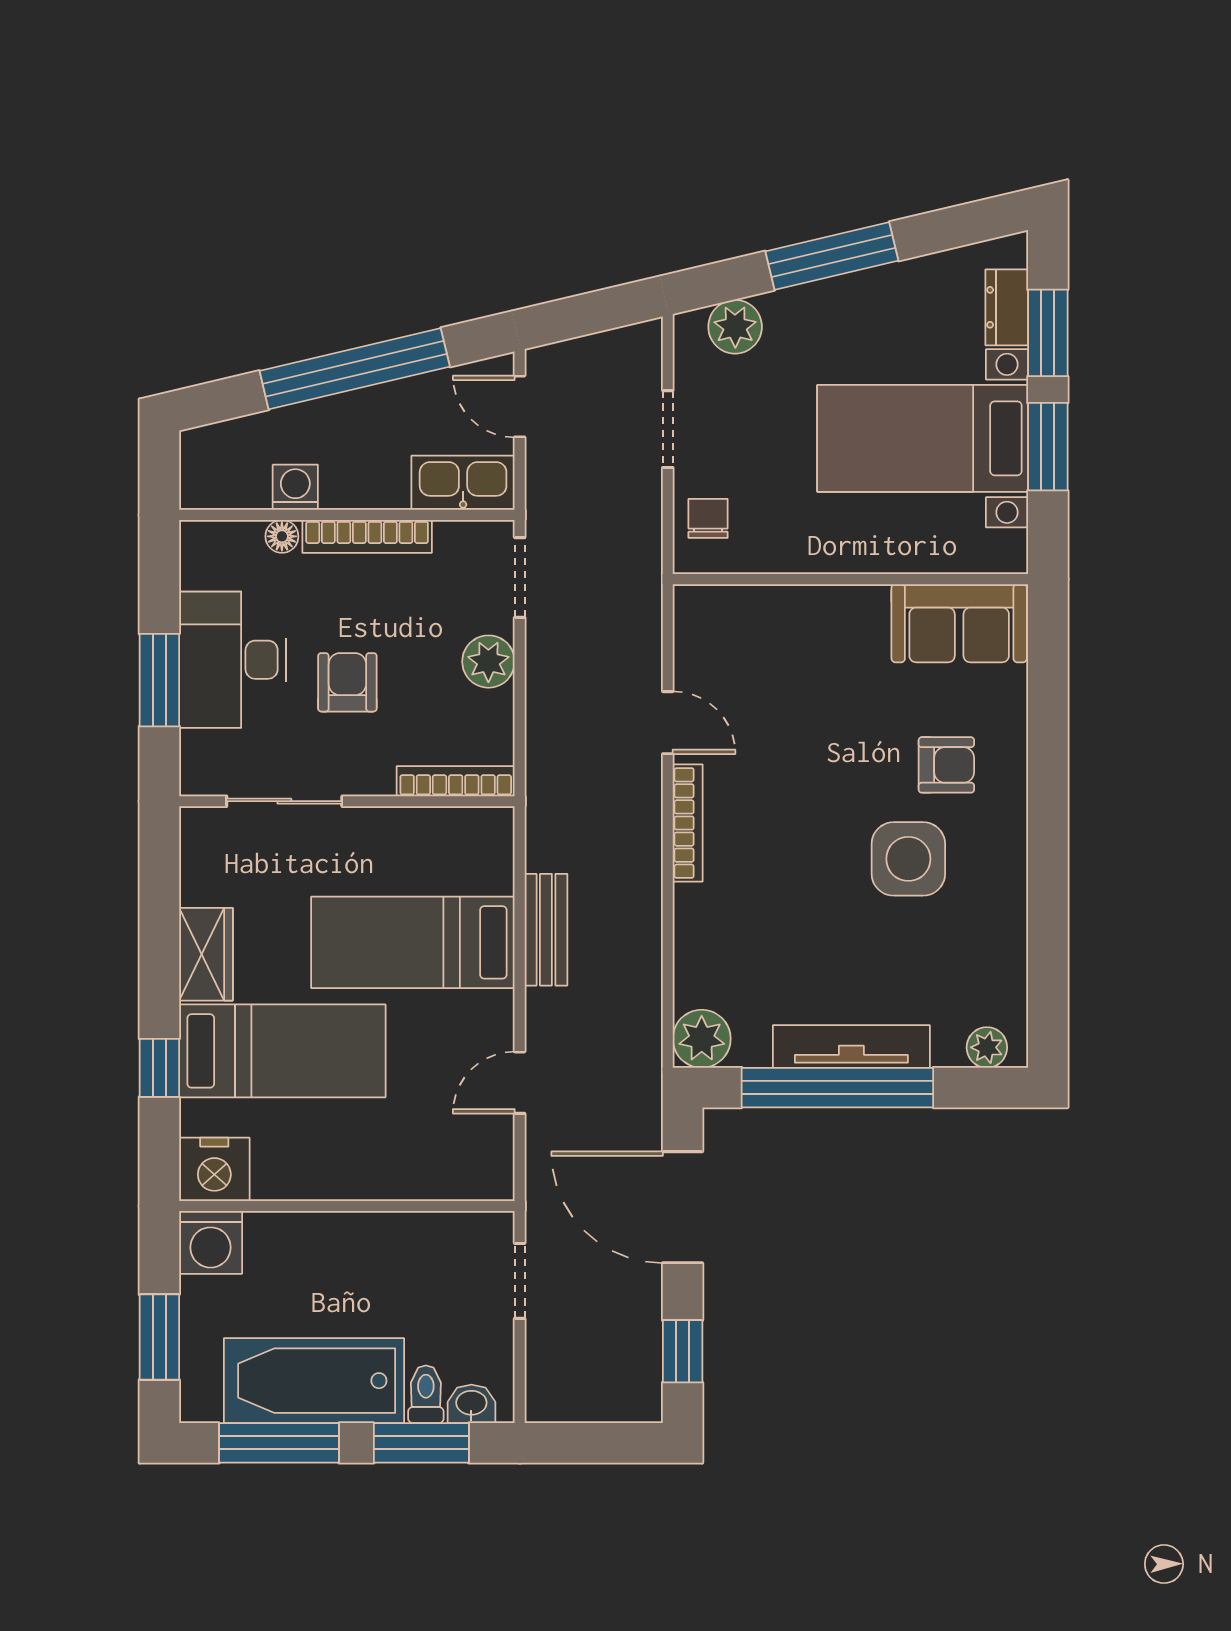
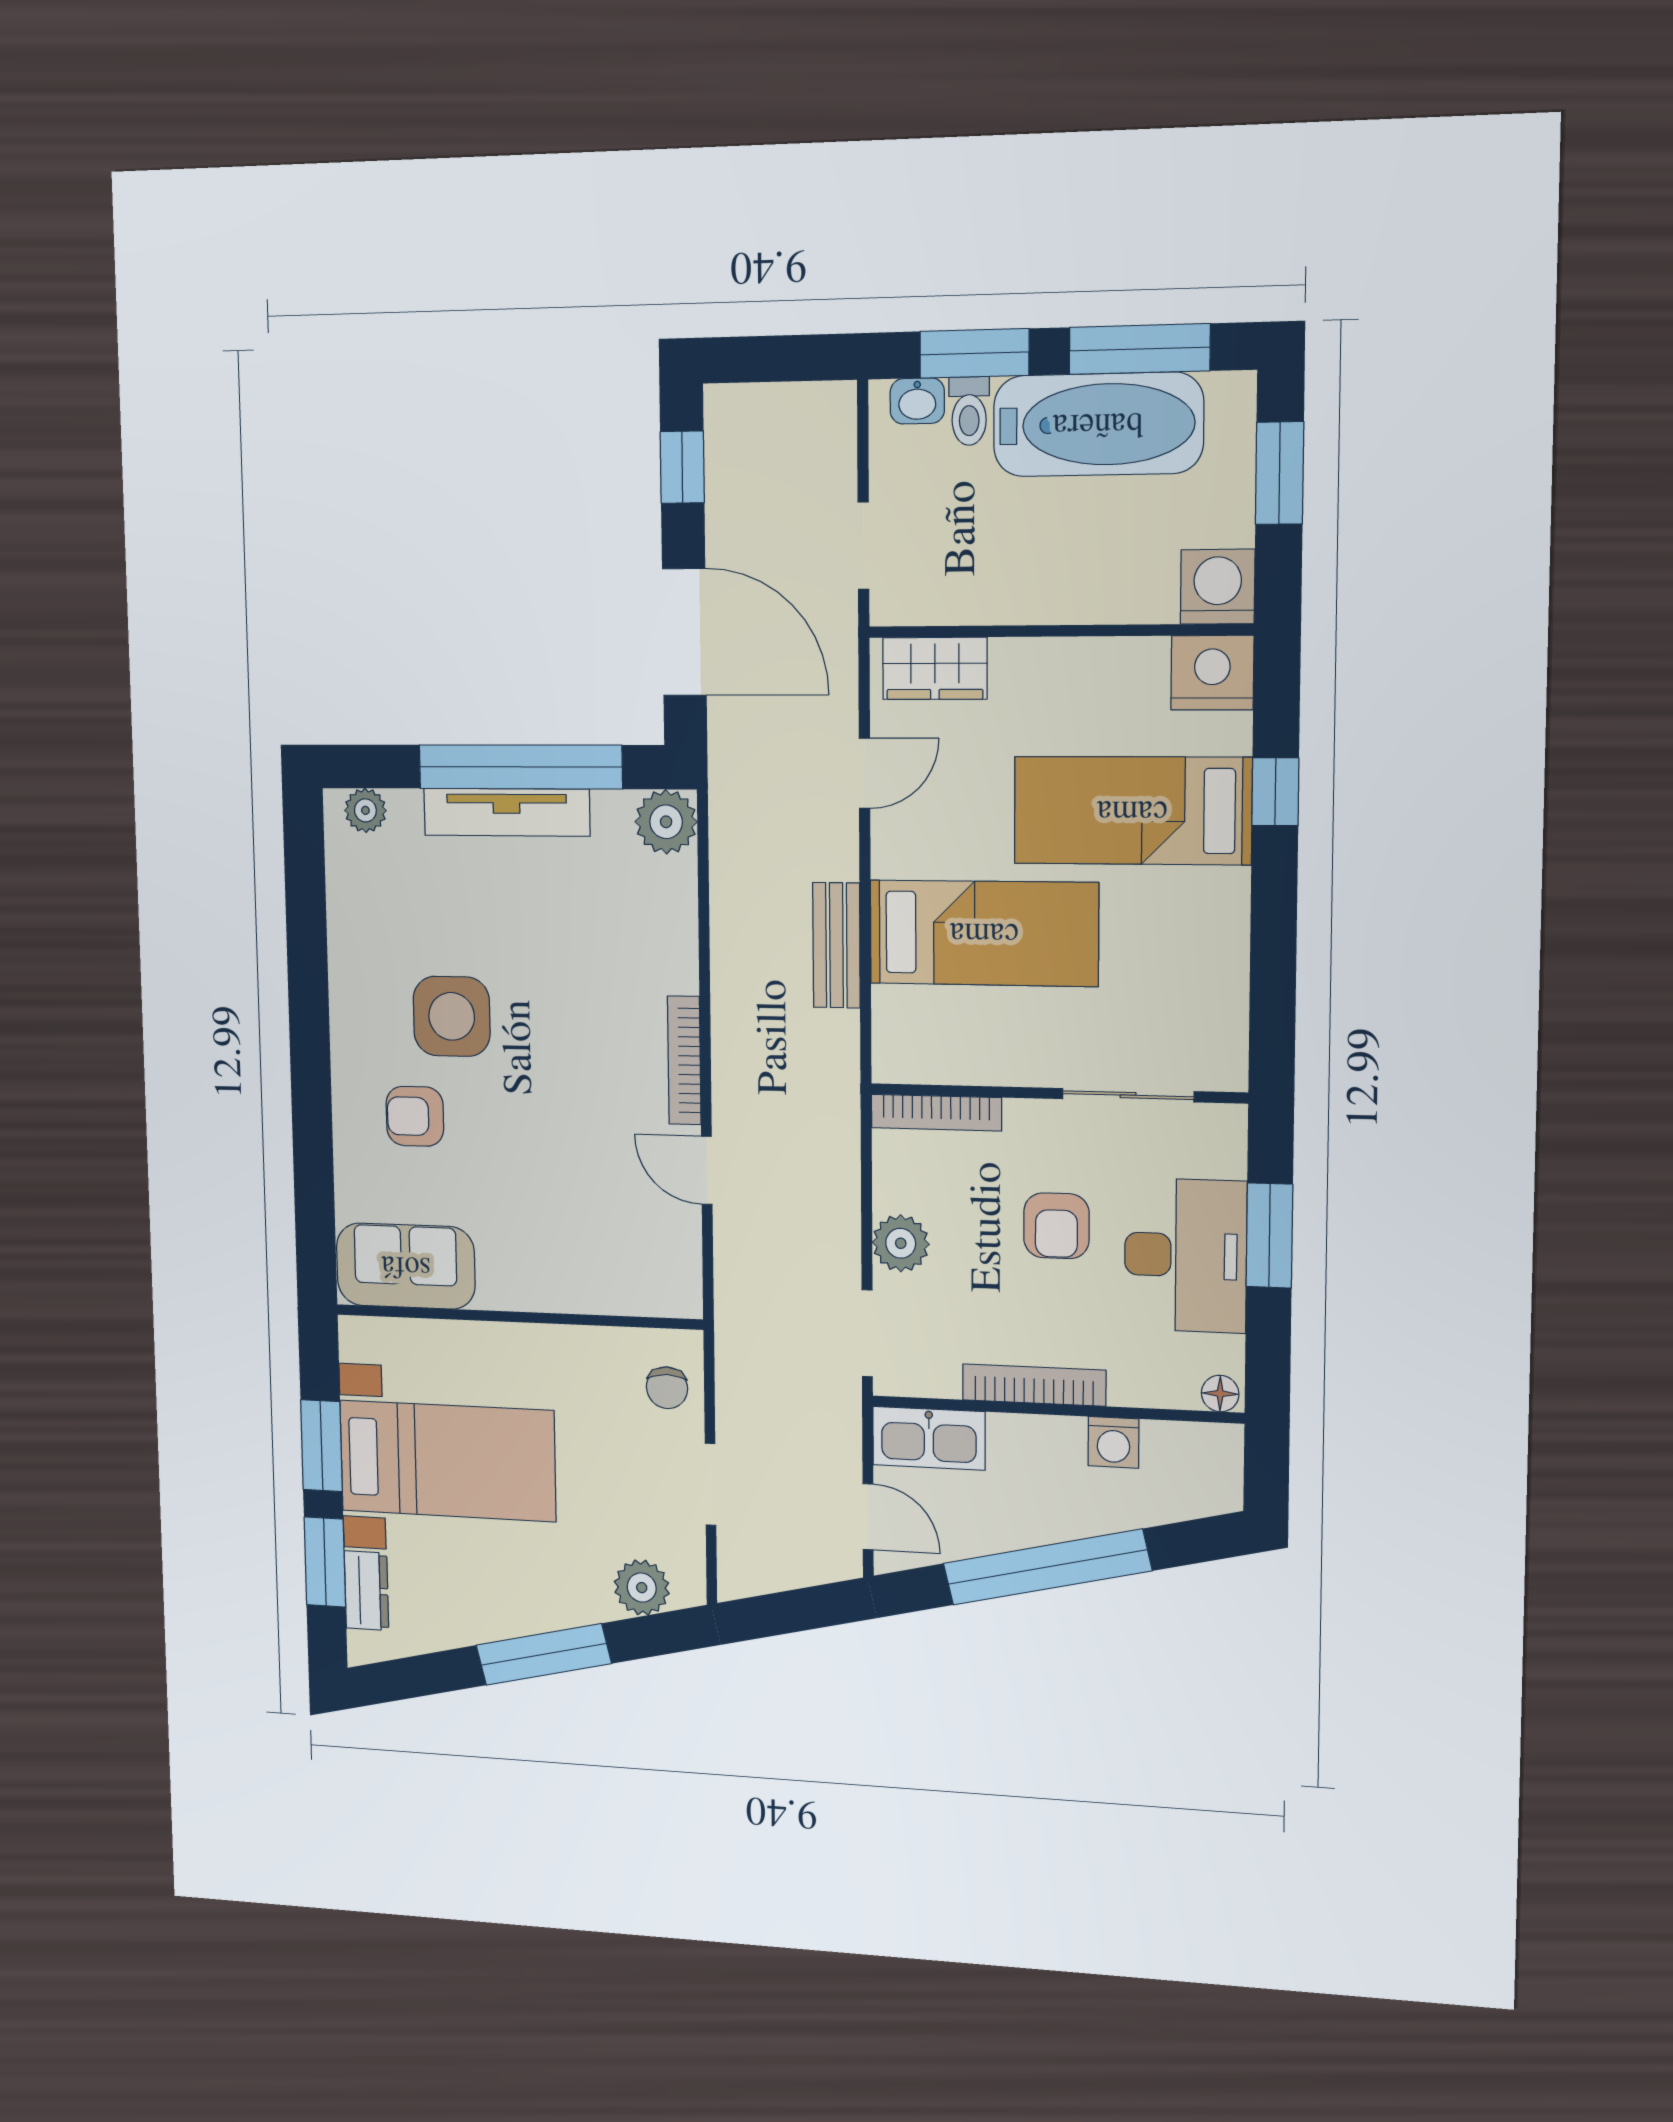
floor lamp: (282, 536) -> (1220, 1394), moved
wardrobe: (206, 954) -> (935, 668), moved, turned -90

